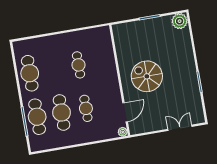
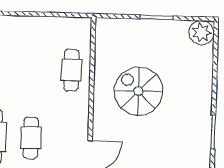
cafe table: (79, 65) -> (71, 70), moved
spiral stairs: (147, 76) -> (138, 91), moved

